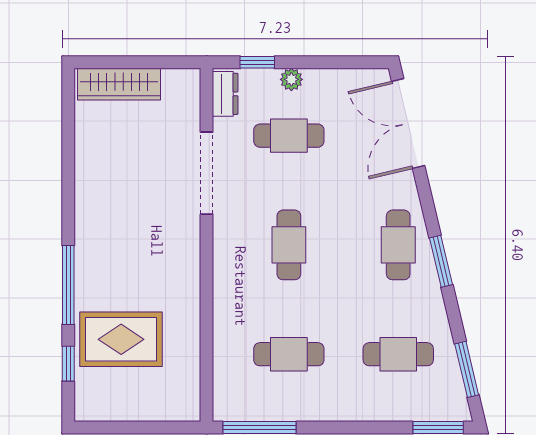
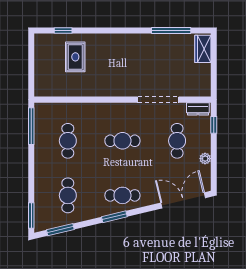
plant: (291, 79) -> (205, 159), moved
wardrobe: (119, 84) -> (203, 49), width x0.67
window: (68, 285) -> (171, 30), moved
rug: (121, 339) -> (75, 57), width x0.73, depth x0.70

